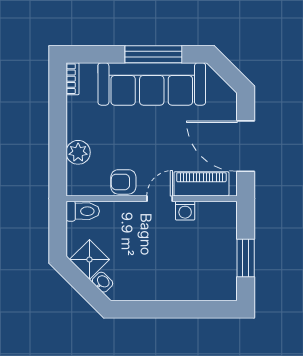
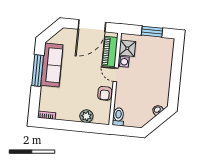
sofa: (152, 84) -> (52, 65), width x0.74, depth x0.79
shower: (89, 260) -> (127, 48), moved, turned 45

